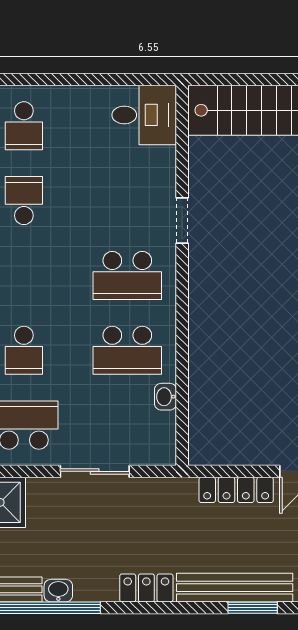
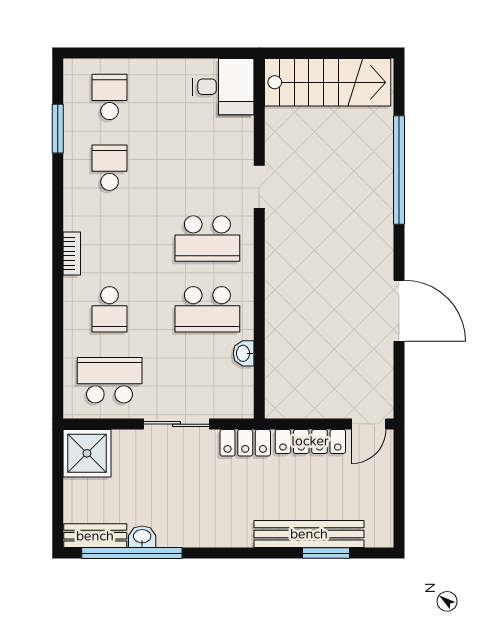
school desk: (24, 126) -> (110, 97), turned 180
locker: (146, 588) -> (245, 443), moved, turned 180

